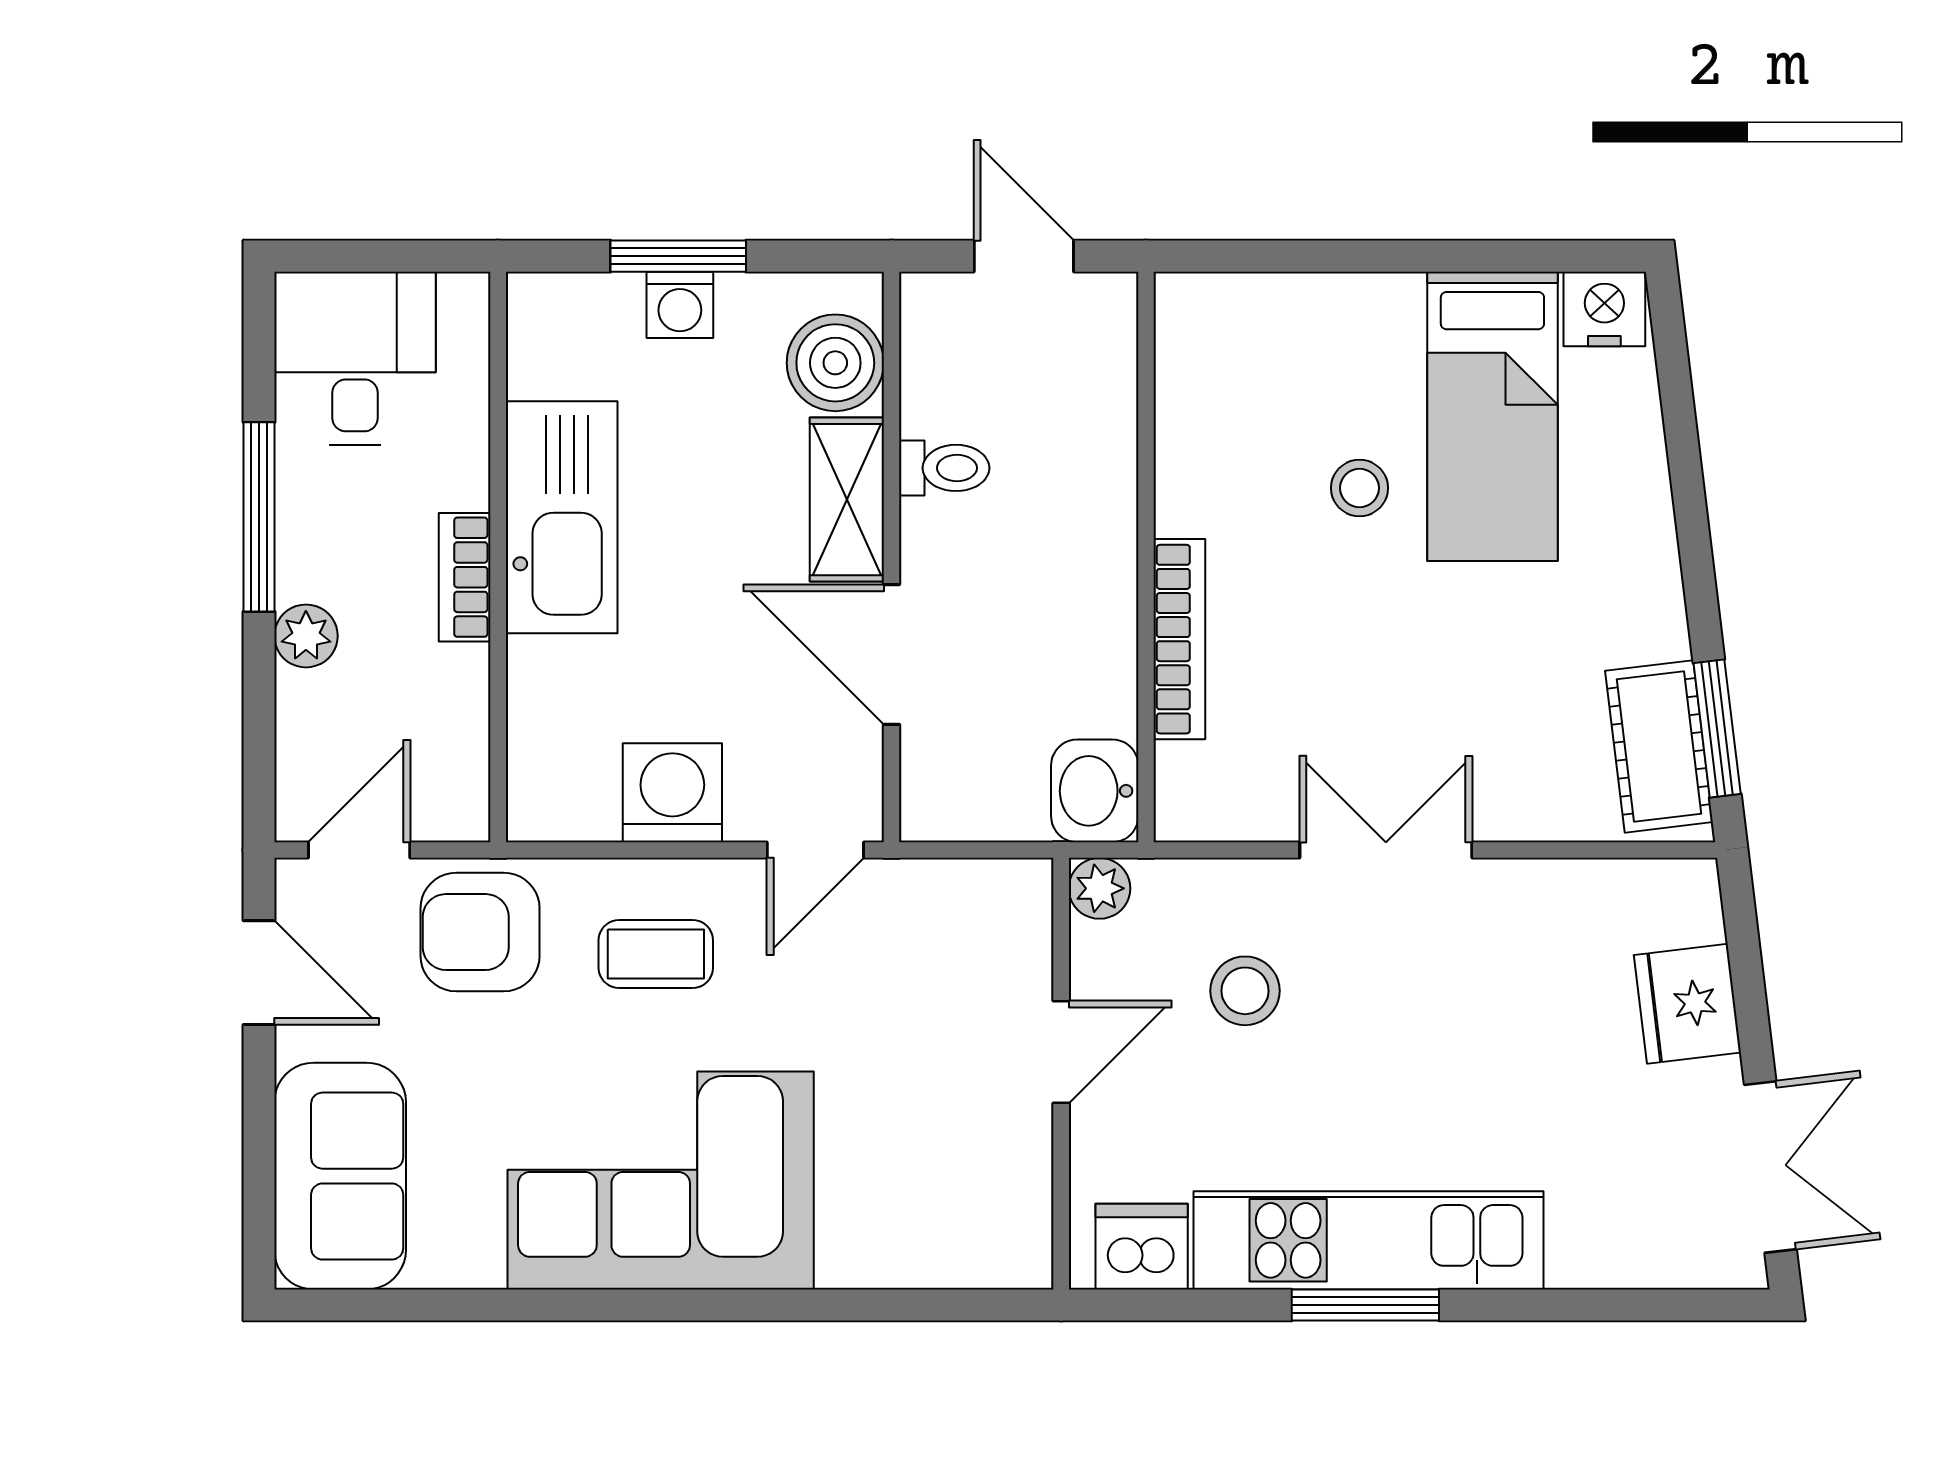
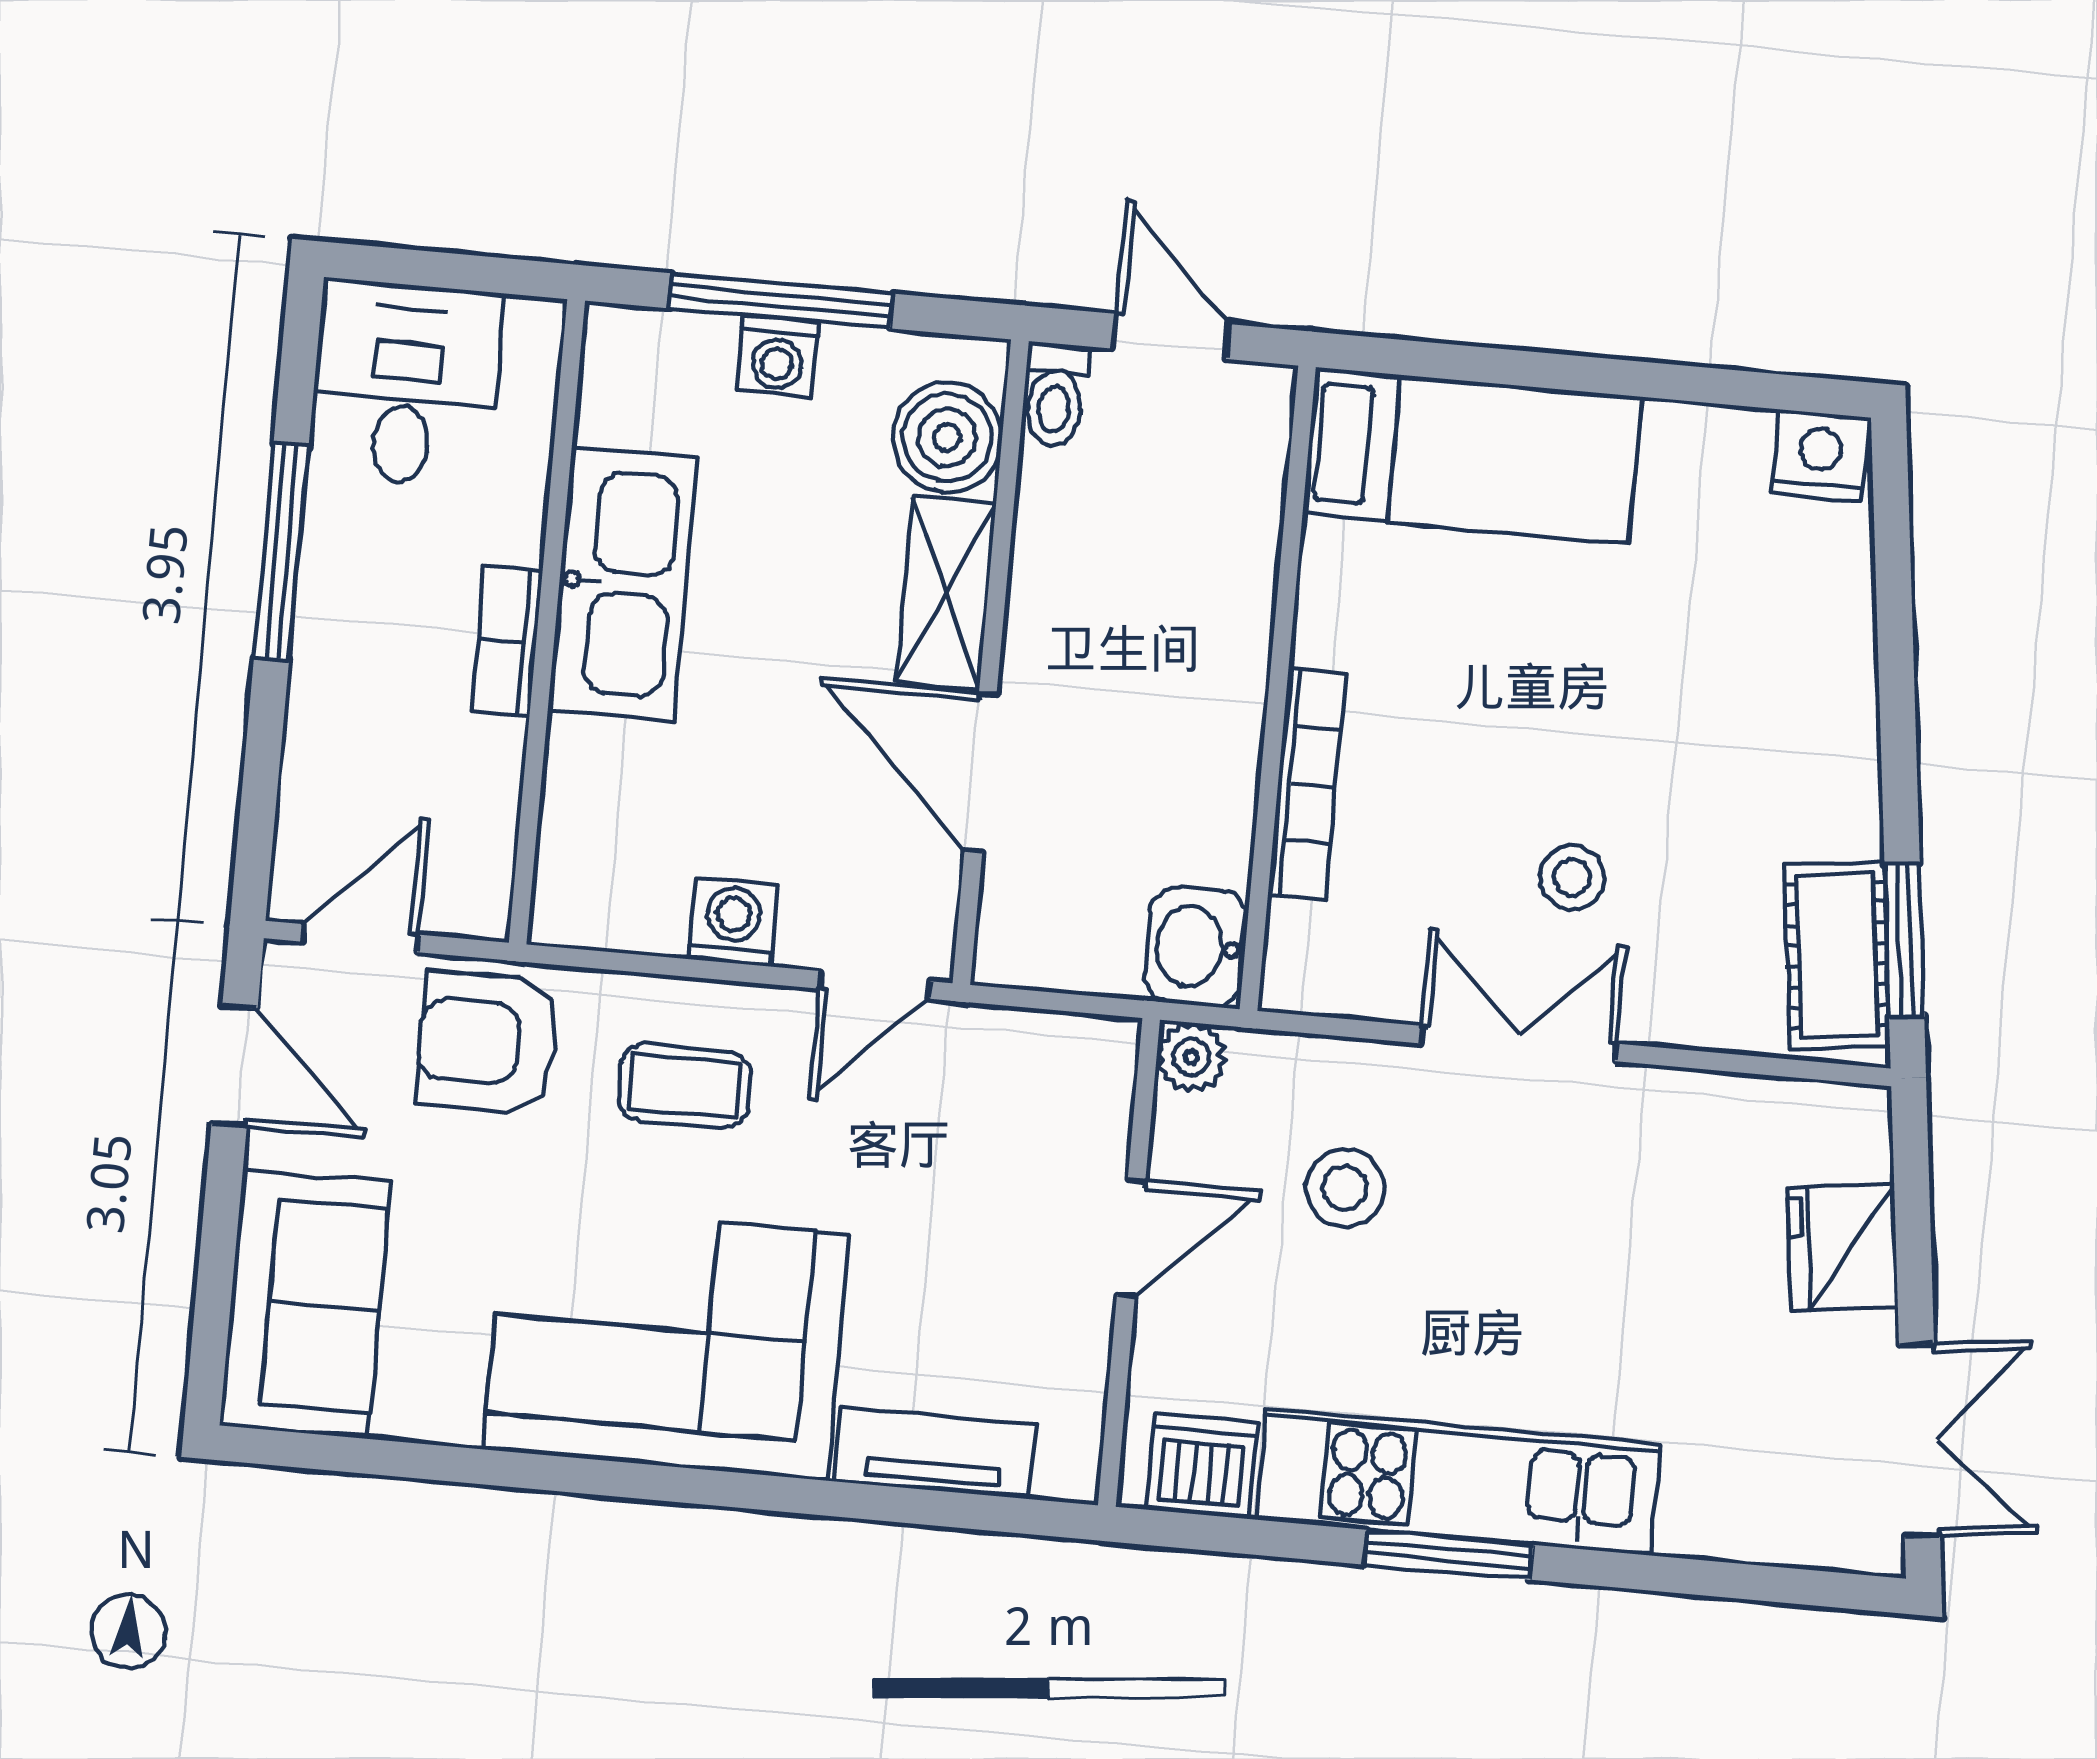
window: (678, 256) -> (781, 301), width x1.44
bed: (1492, 416) -> (1472, 455), moved, turned -90
toilet: (944, 468) -> (1055, 395), moved, turned 90
stool: (1359, 488) -> (1572, 877), moved
plant: (306, 636) -> (322, 691), removed
washing machine: (672, 793) -> (733, 922), width x0.73, depth x0.73
tv unit: (906, 1257) -> (935, 1453), added

